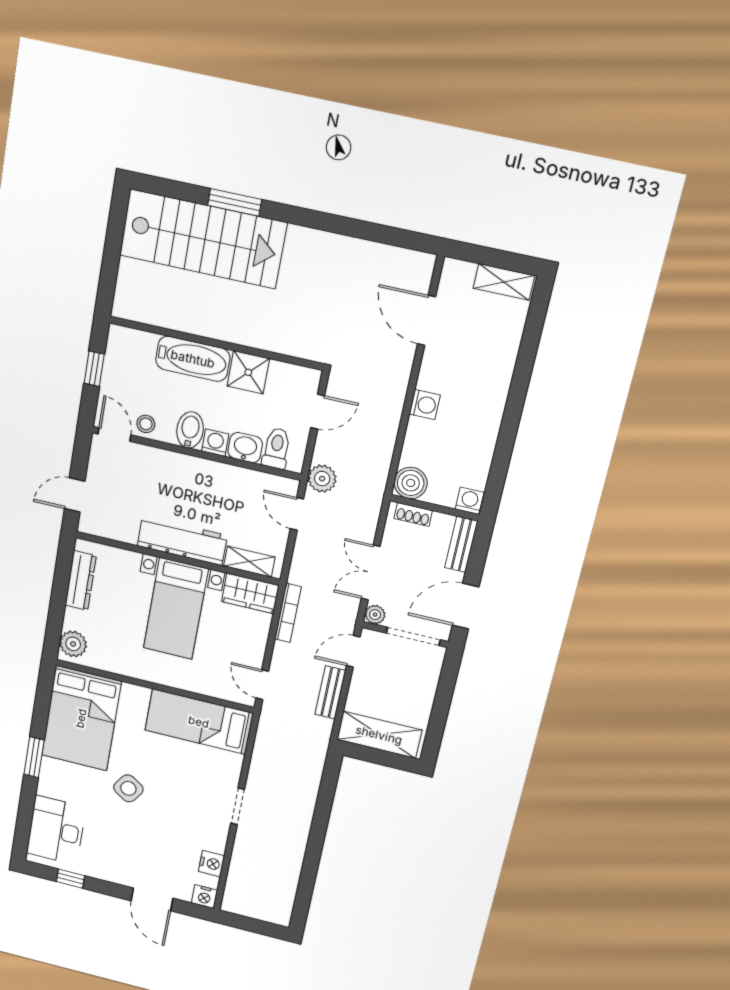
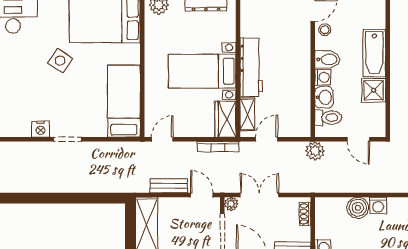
boiler: (411, 483) -> (358, 208), moved
door: (297, 514) -> (266, 139), moved
nightstand: (211, 864) -> (41, 129), moved

